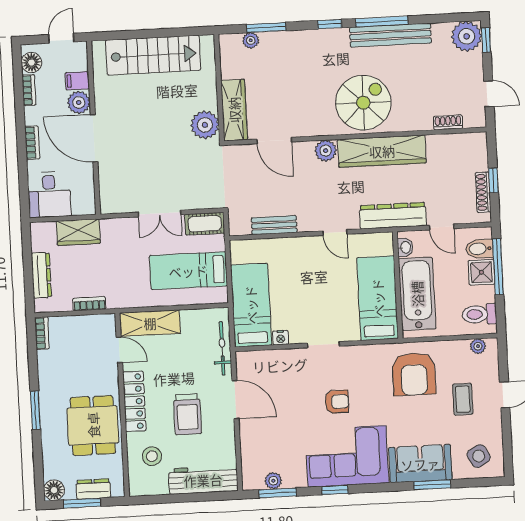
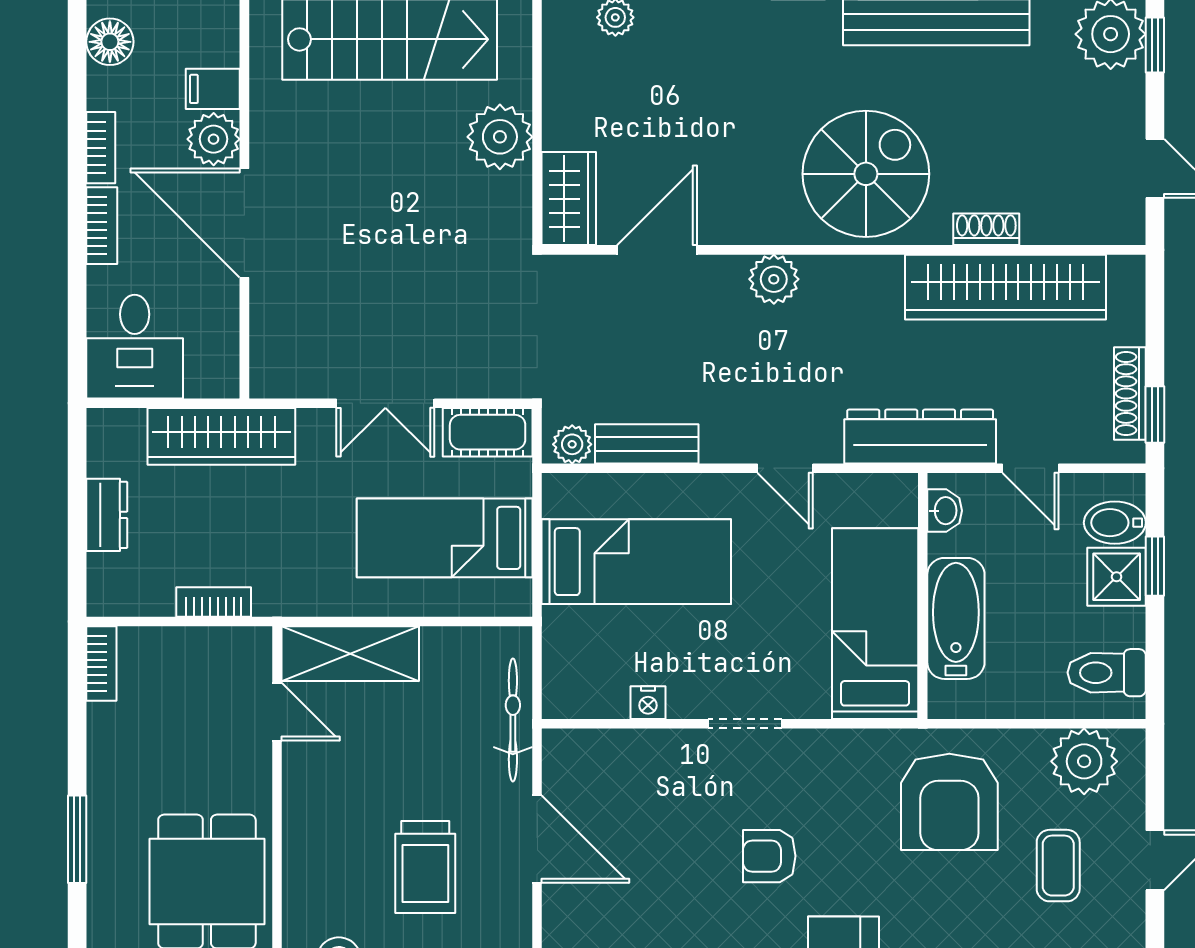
bookcase: (29, 90) -> (101, 148), moved
wardrobe: (234, 110) -> (569, 199), width x0.67
shoe rack: (448, 122) -> (986, 229), moved
plant: (205, 125) -> (500, 137), moved
door: (274, 141) -> (657, 250), swing flipped
wardrobe: (382, 151) -> (1006, 287), moved
window: (493, 180) -> (1155, 414), moved
plant: (242, 227) -> (572, 444), added
wardrobe: (78, 232) -> (221, 436), width x1.50
window: (498, 267) -> (1155, 566), width x0.46
dresser: (41, 275) -> (107, 515), width x0.70
bathtub: (417, 294) -> (956, 618), width x0.73, depth x0.73
bed: (251, 305) -> (636, 562), moved, turned 90
plant: (478, 346) -> (1084, 761), width x1.87, depth x1.87
locker: (134, 401) -> (305, 831), removed
armchair: (337, 402) -> (769, 856), turned 180

